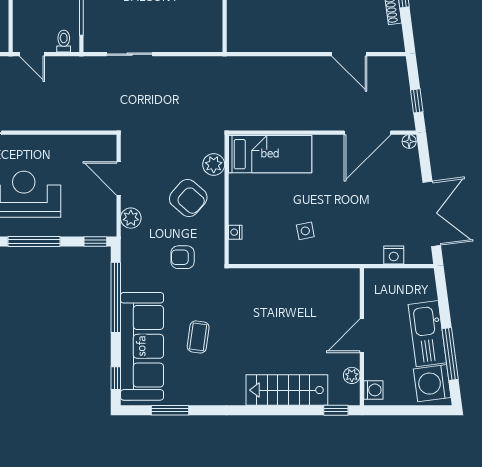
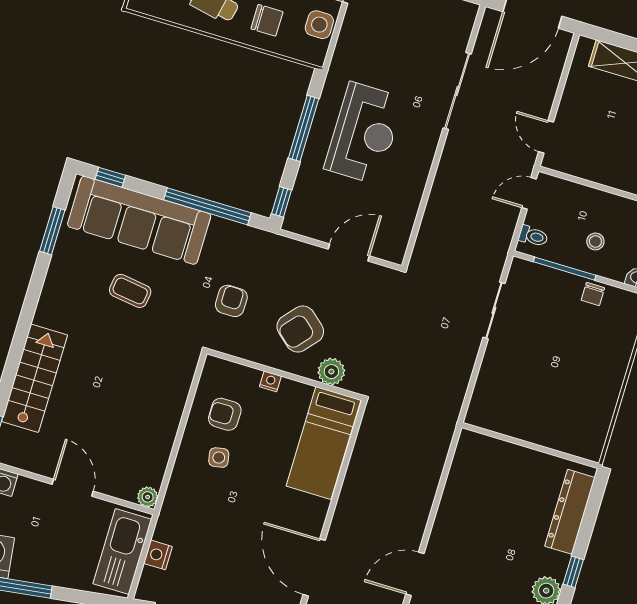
plant: (131, 218) -> (297, 253), removed
nightstand: (235, 232) -> (270, 381), moved
armchair: (271, 236) -> (225, 414), added
kitchen sink: (427, 334) -> (122, 551), moved, turned -82
plant: (352, 375) -> (148, 497), moved

